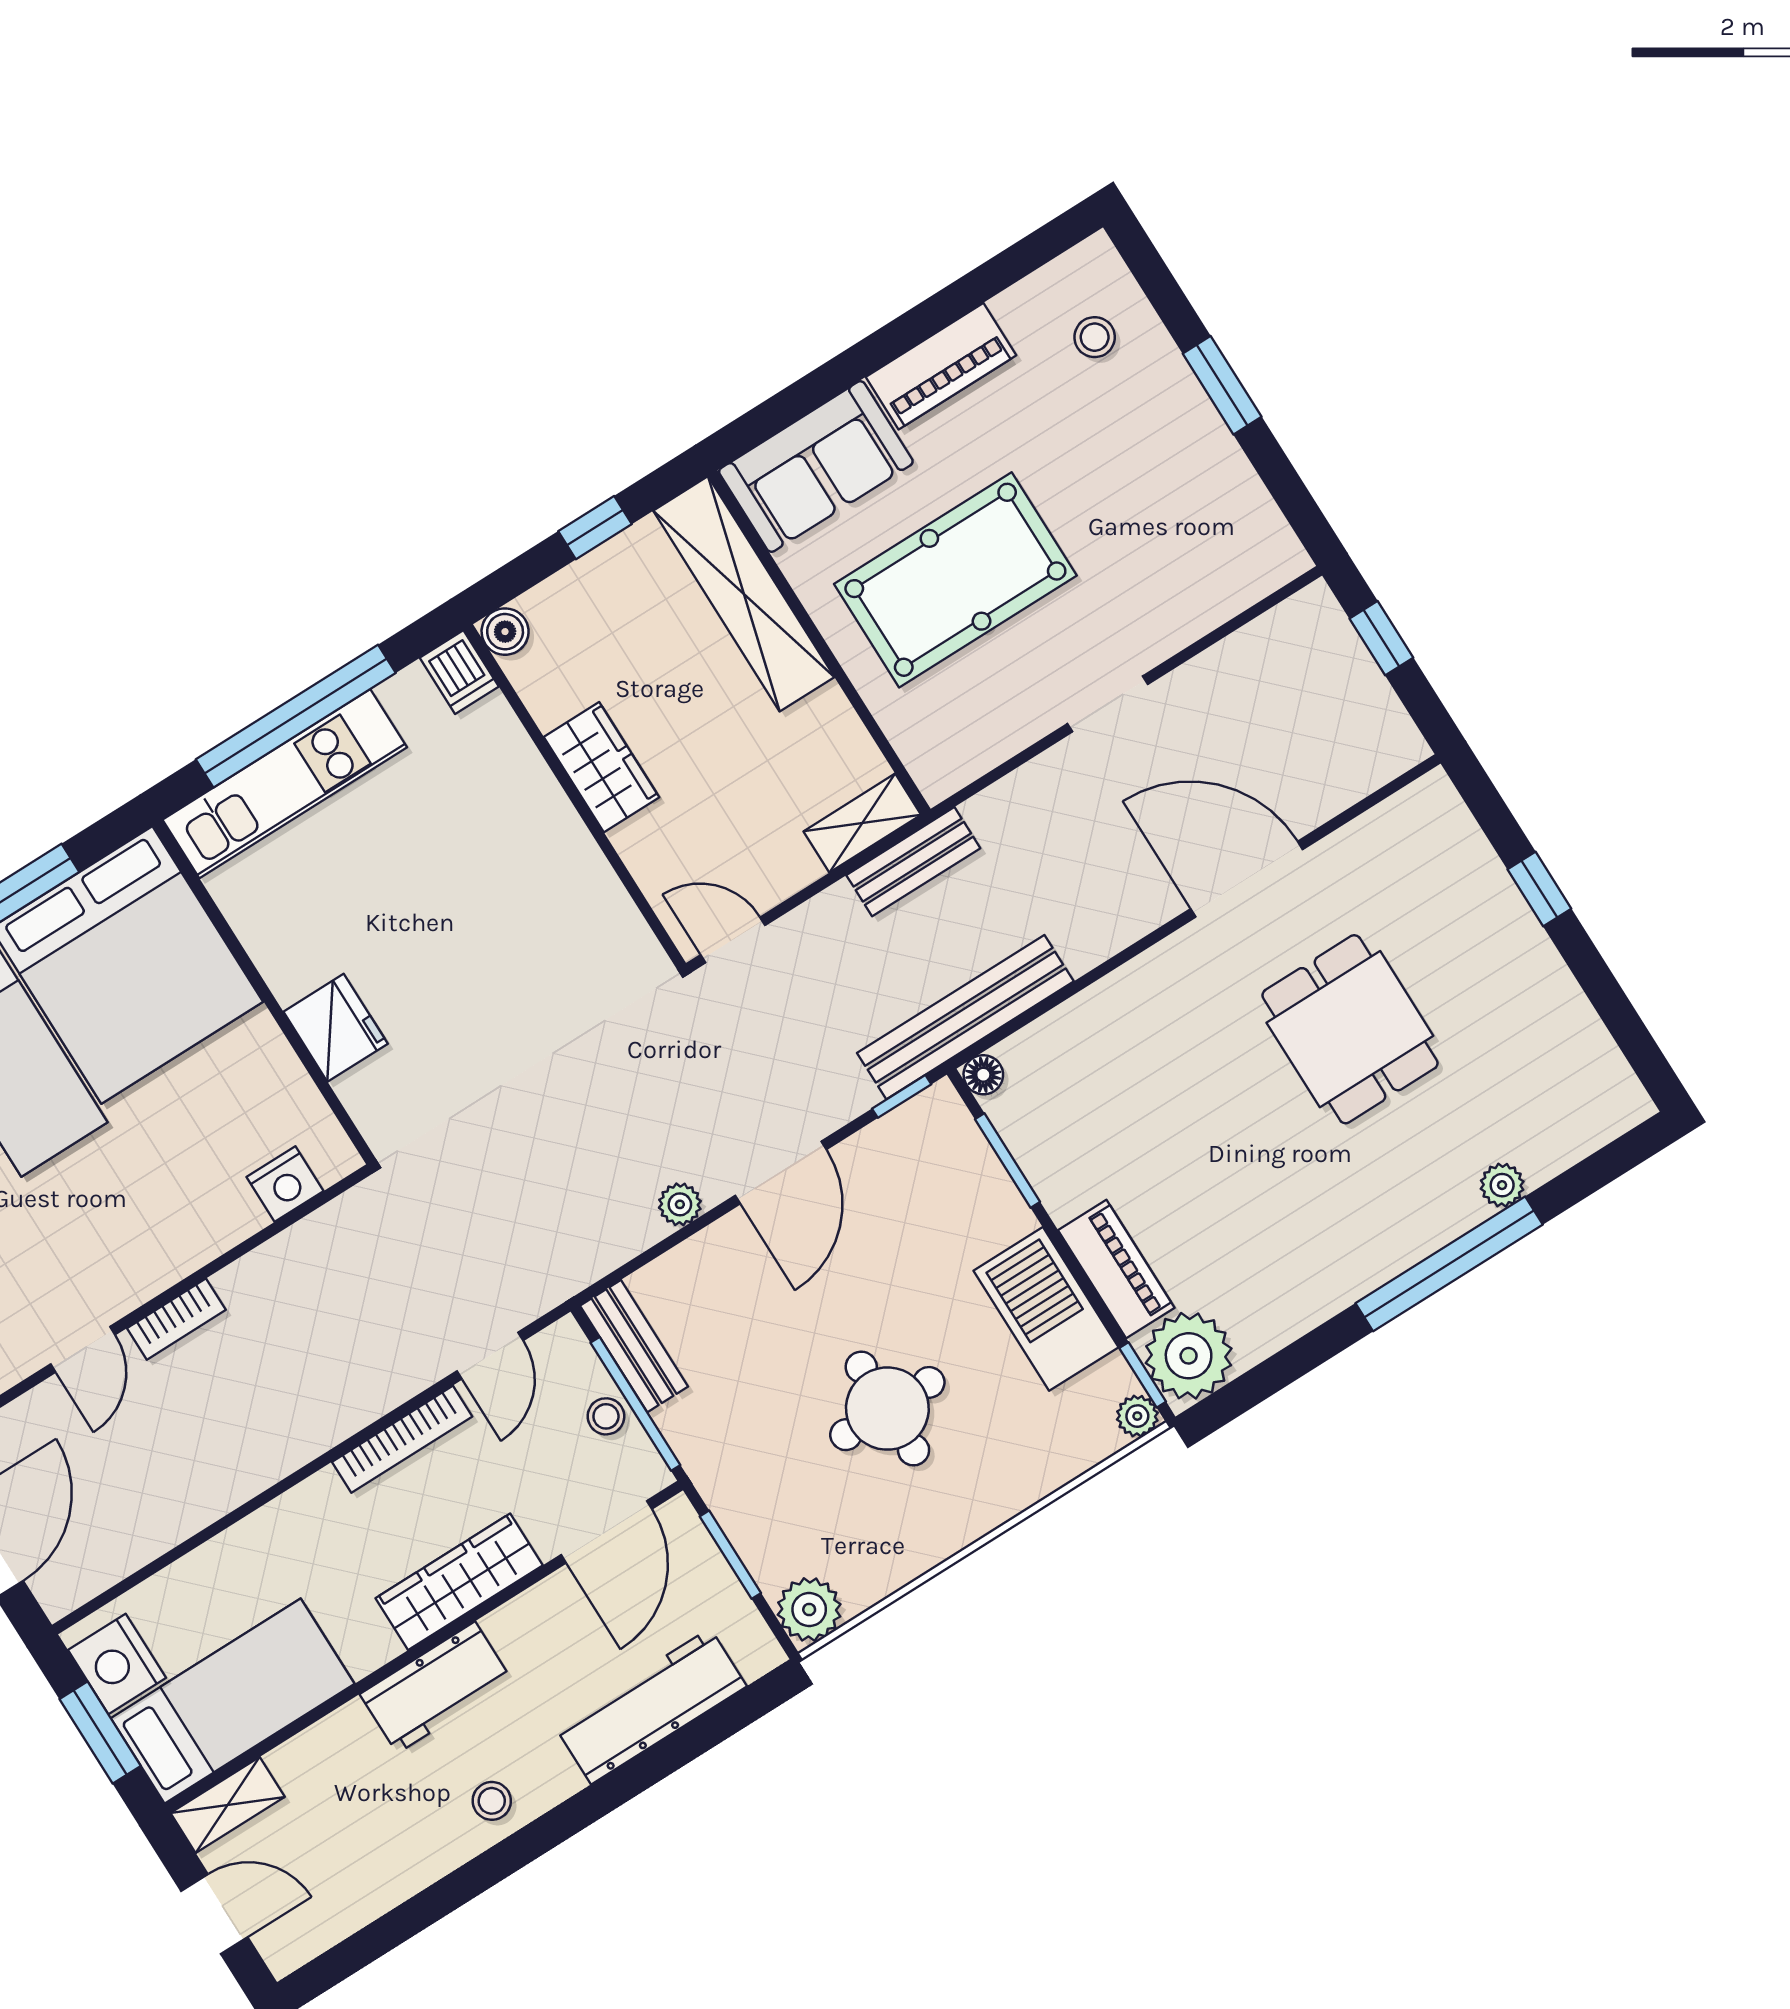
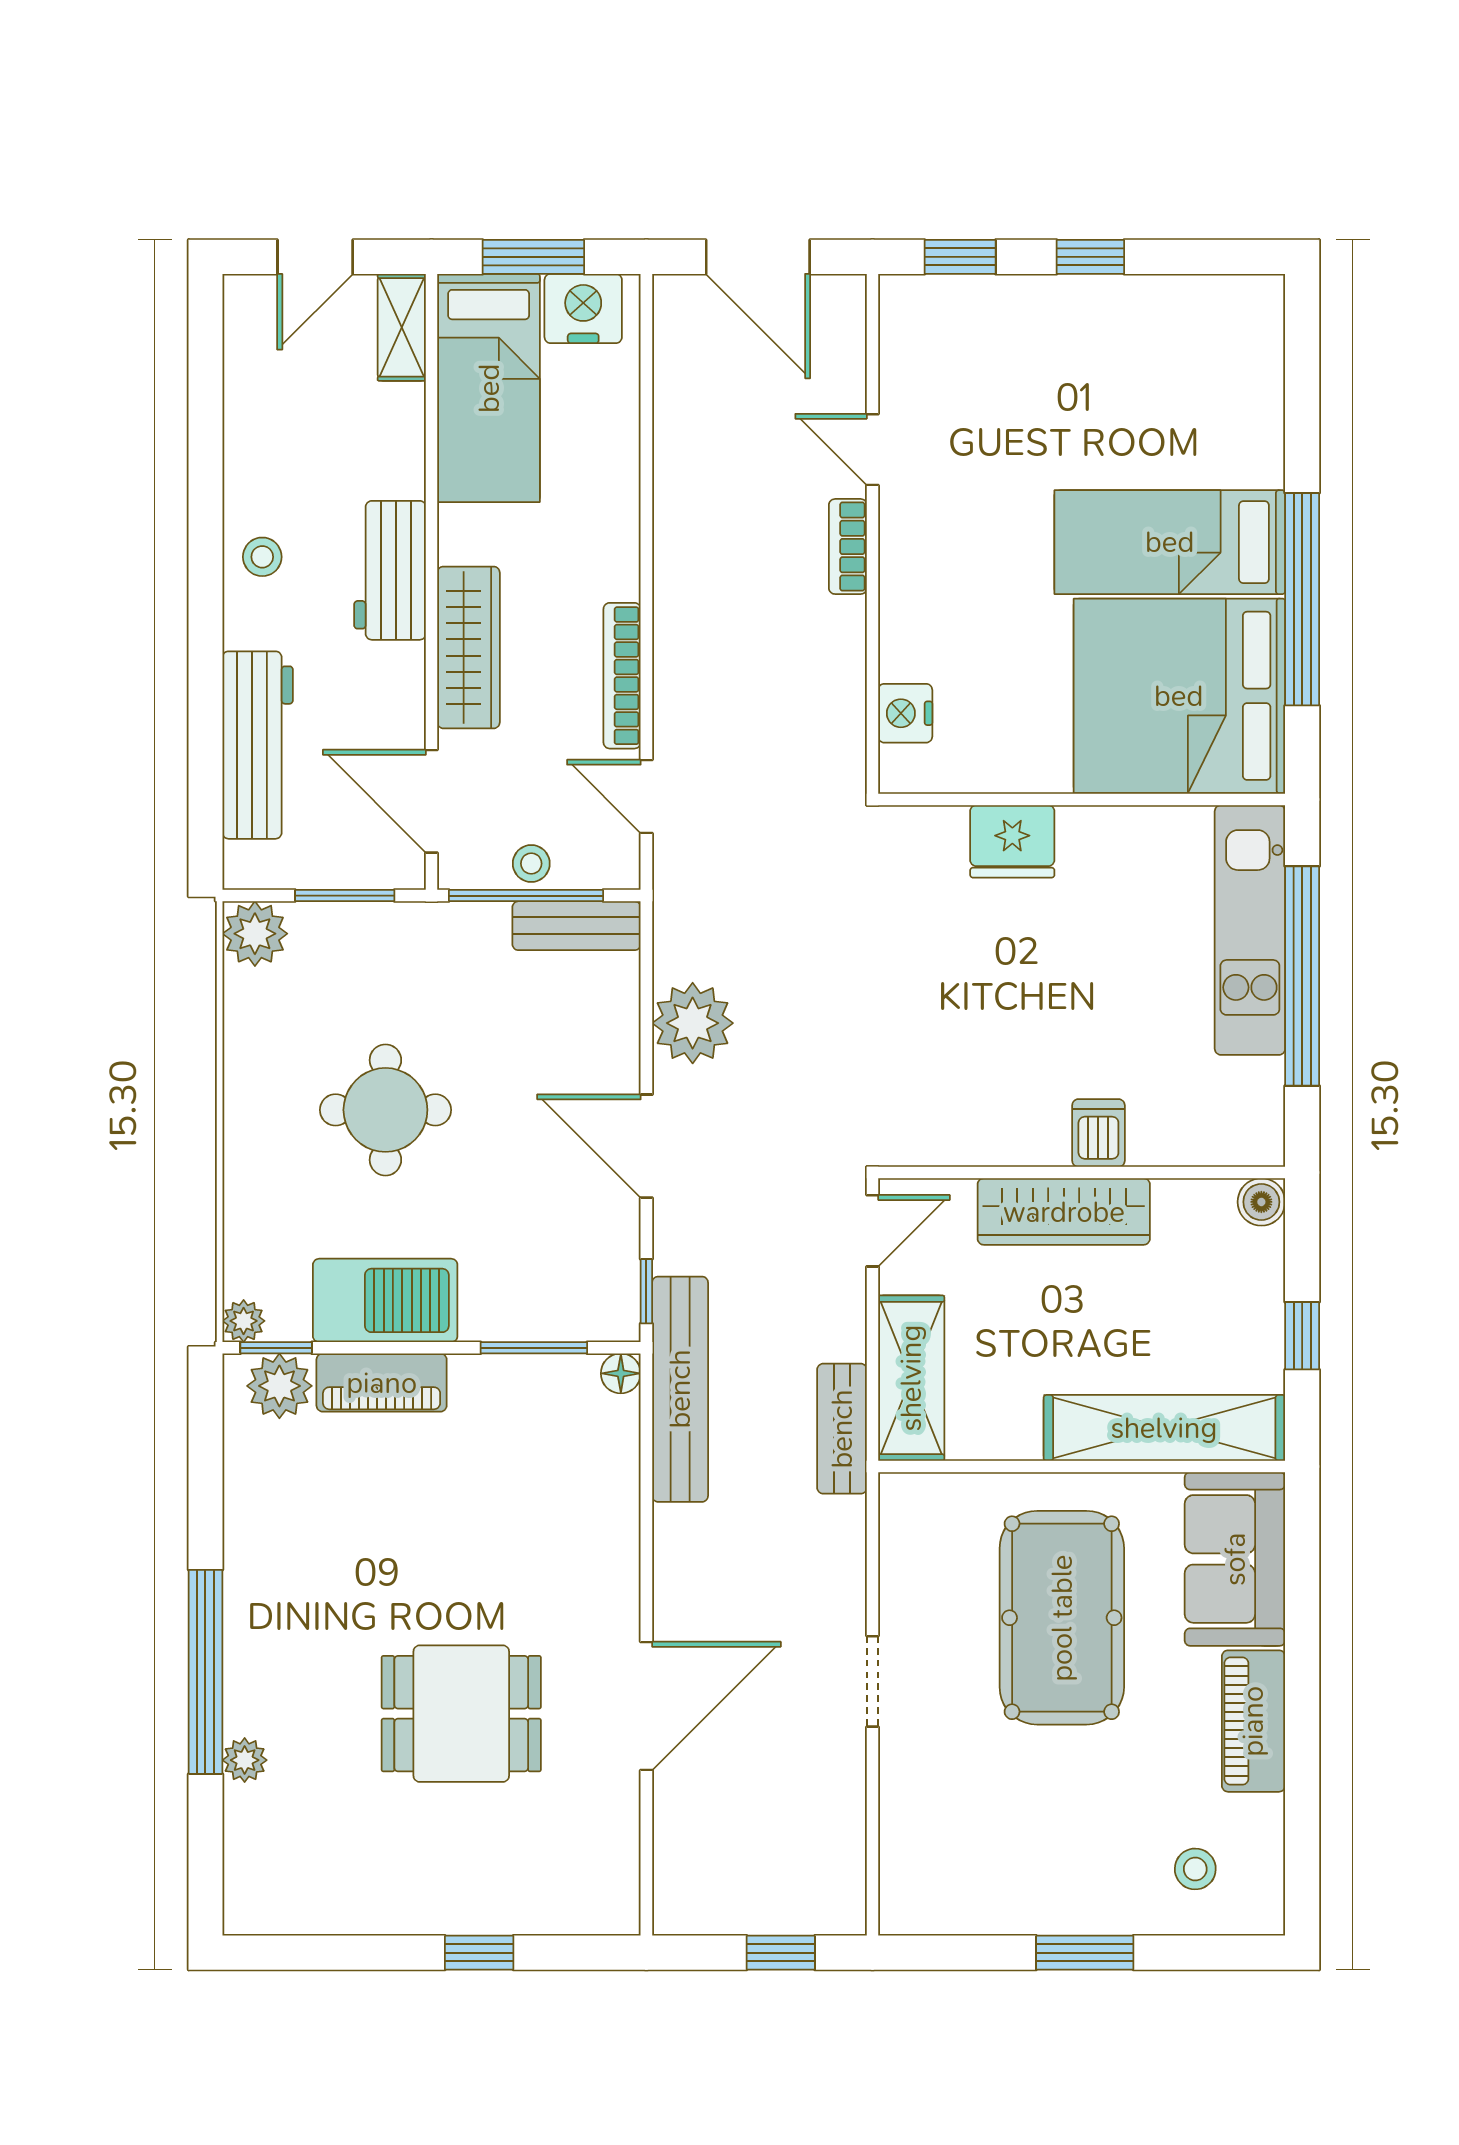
dishwasher: (459, 672) -> (1098, 1133), moved, turned 90
wardrobe: (601, 767) -> (1064, 1212), width x1.50
shelving: (862, 823) -> (911, 1378), width x1.50, depth x1.33
plant: (680, 1204) -> (693, 1023), width x1.88, depth x1.88
plant: (1189, 1356) -> (279, 1386), width x0.73, depth x0.73

